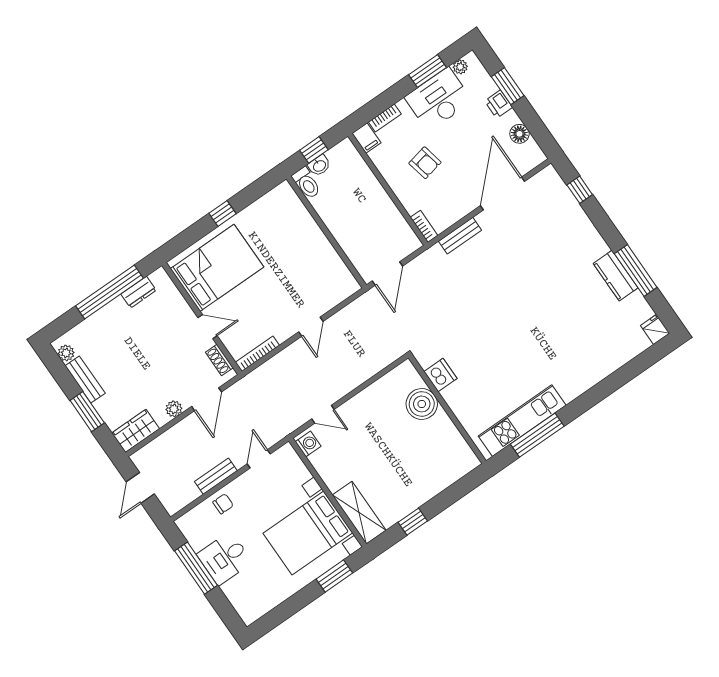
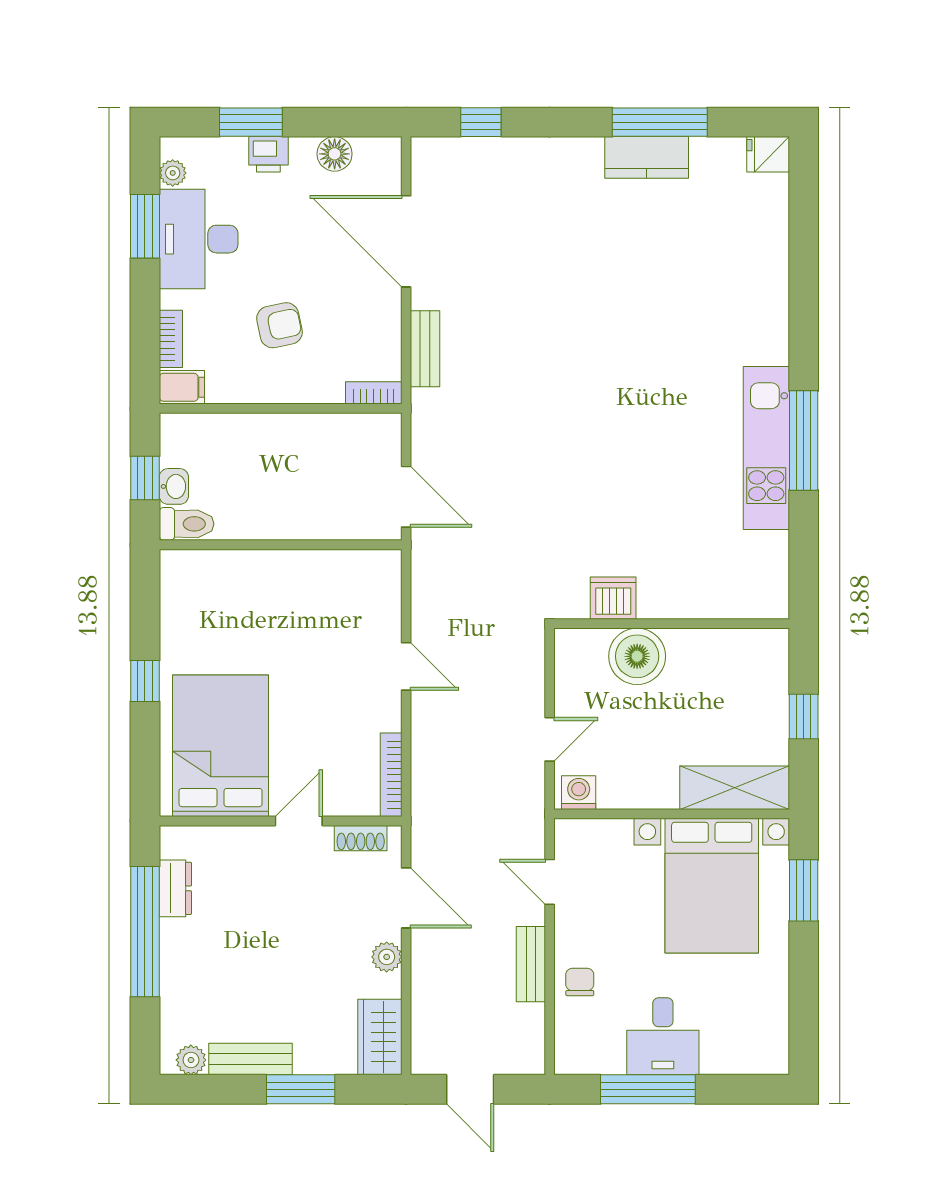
dishwasher: (441, 375) -> (613, 598), moved
boiler: (422, 404) -> (637, 656), moved
wall: (447, 409) -> (672, 624), moved

